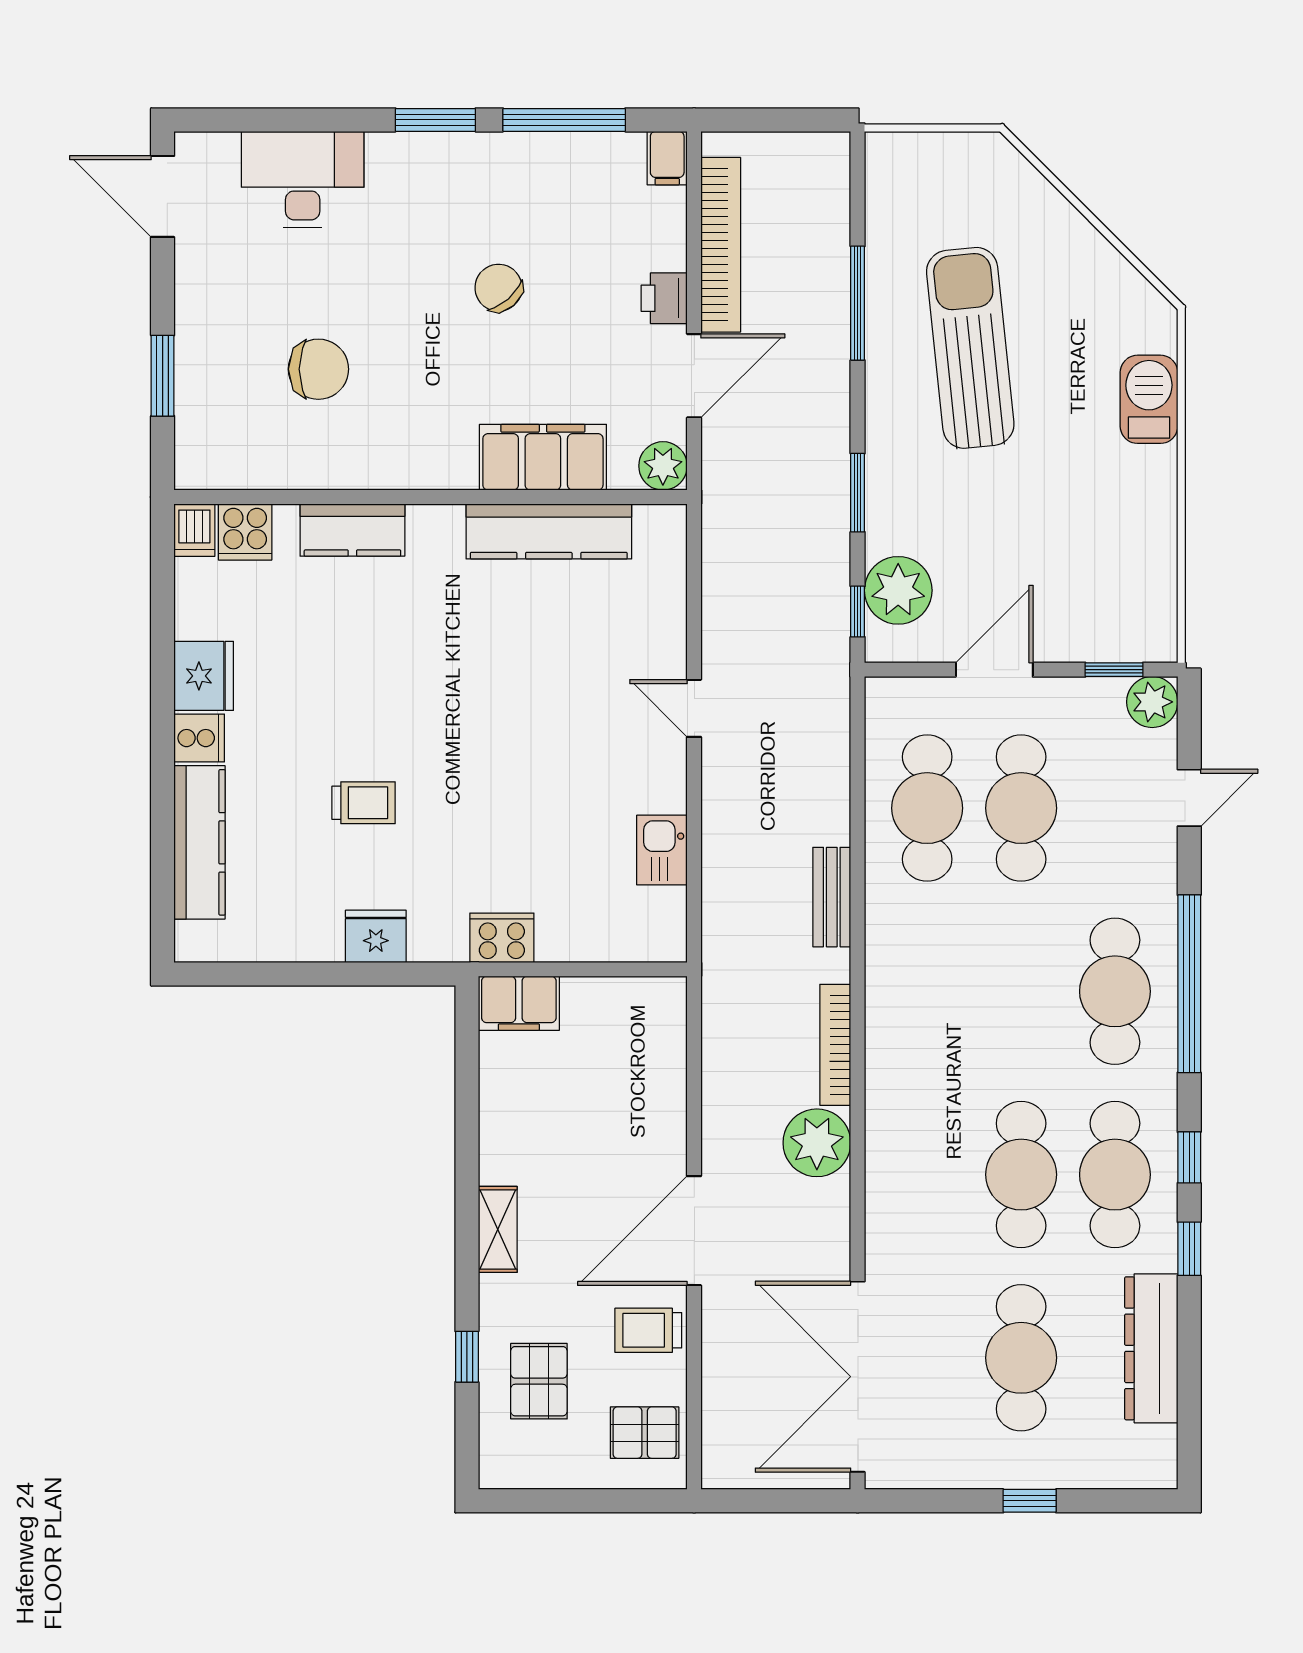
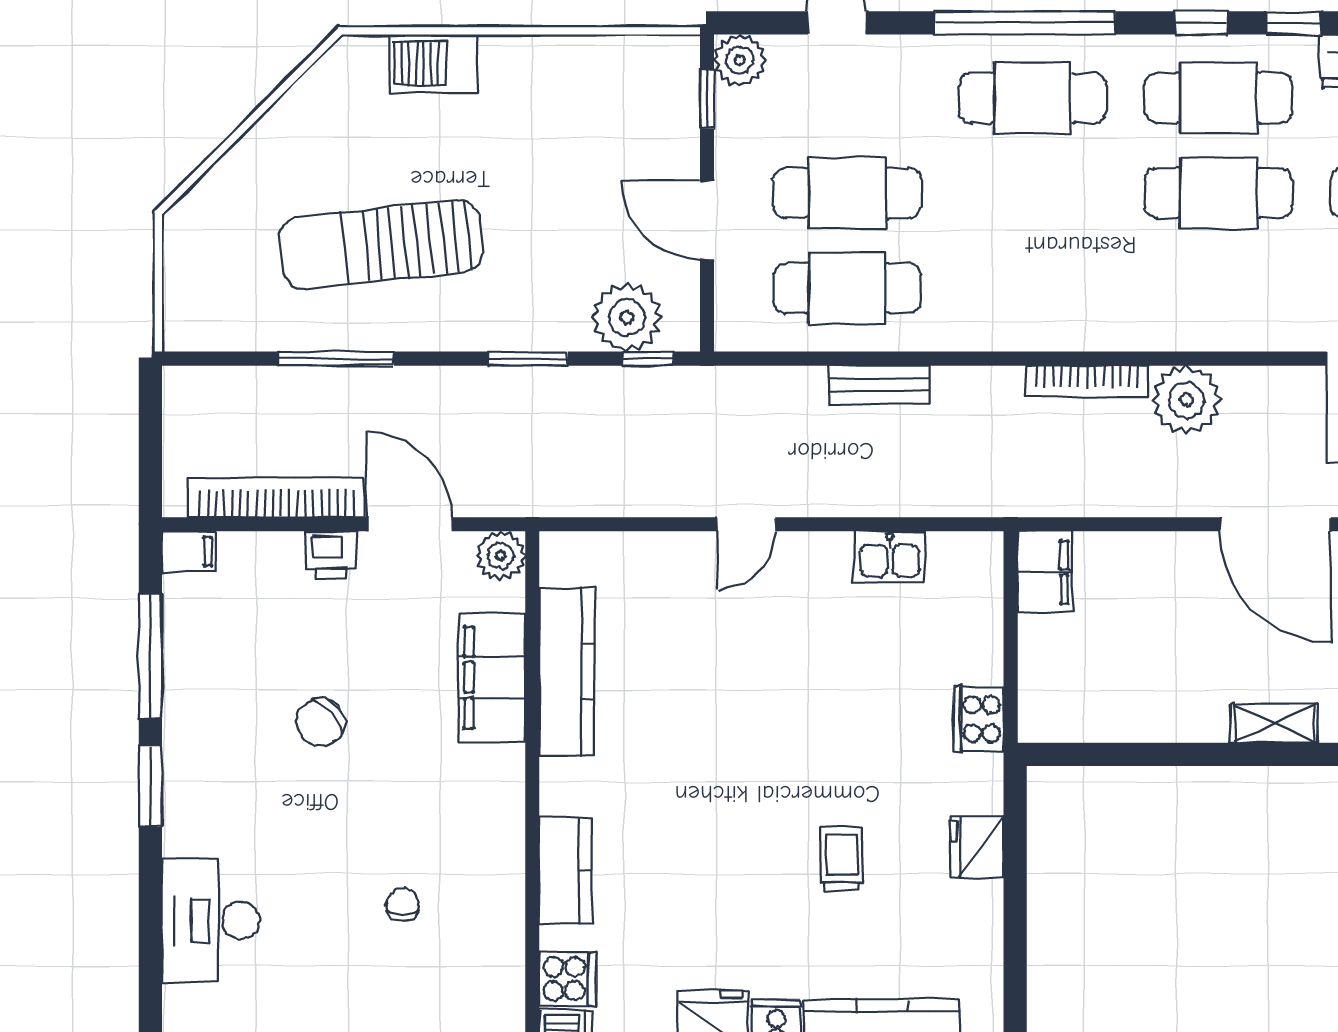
chair: (318, 369) -> (403, 905), width x0.54, depth x0.54
bench: (832, 897) -> (879, 385), moved
filing cabinet: (519, 1003) -> (1045, 572), moved

